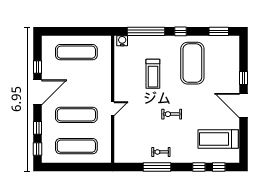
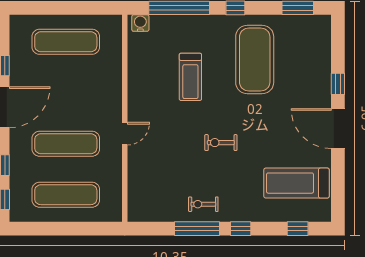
window: (199, 167) -> (241, 229), moved

